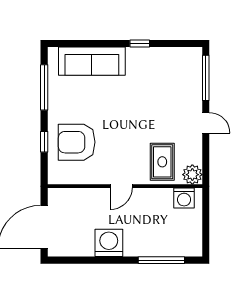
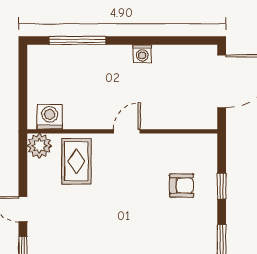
armchair: (77, 142) -> (182, 185), width x0.53, depth x0.53
washing machine: (109, 243) -> (142, 54), width x0.53, depth x0.53

